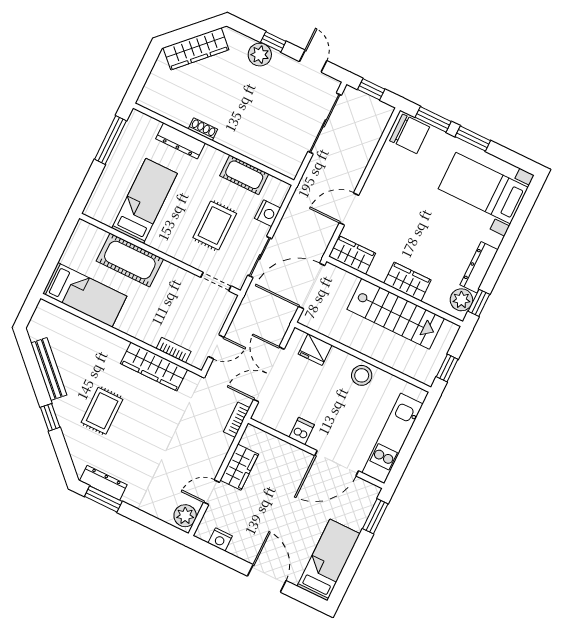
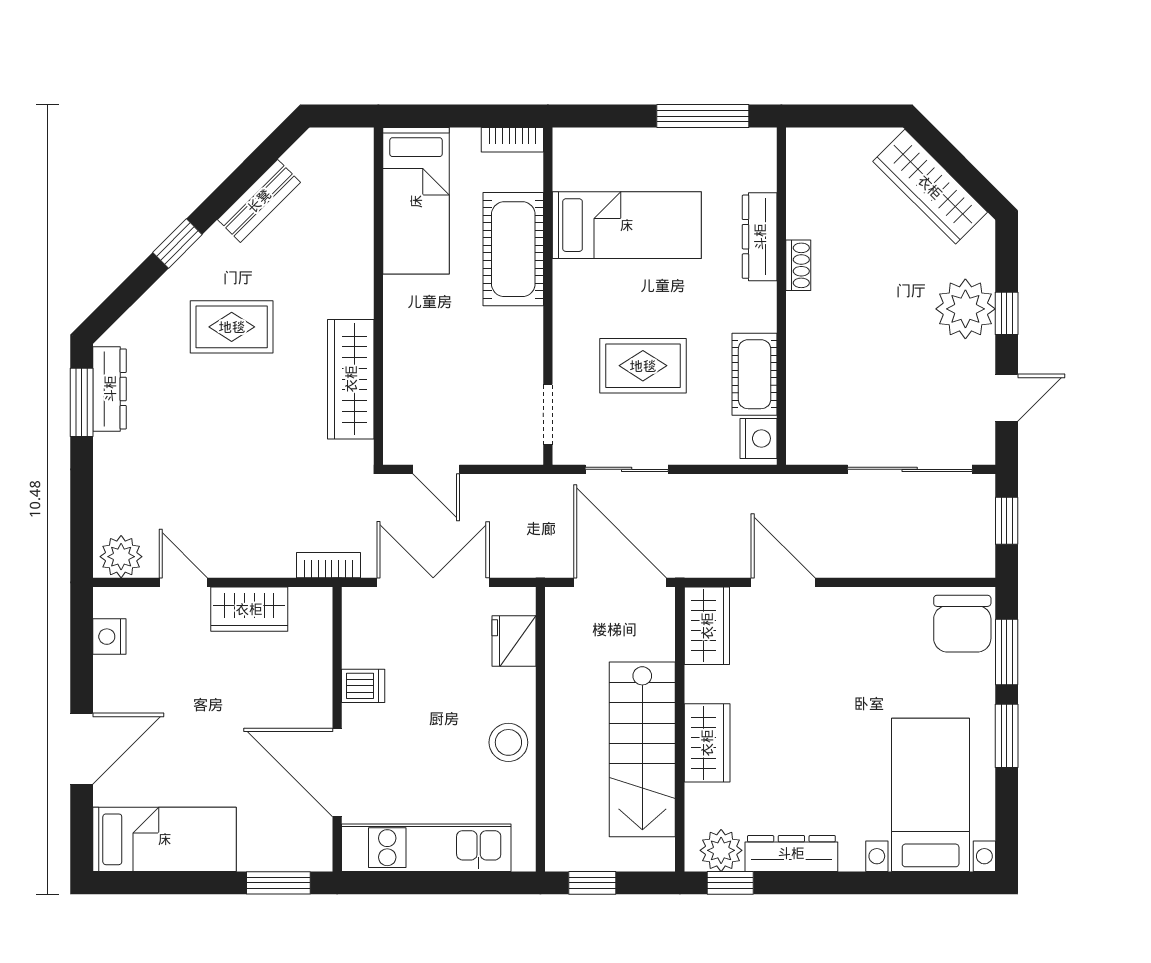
plant: (260, 55) -> (965, 309), width x1.36, depth x1.36
nightstand: (268, 213) -> (758, 438), moved, turned -90
bookcase: (174, 350) -> (512, 140), moved, turned 90
bench: (49, 369) -> (259, 201), width x0.73

